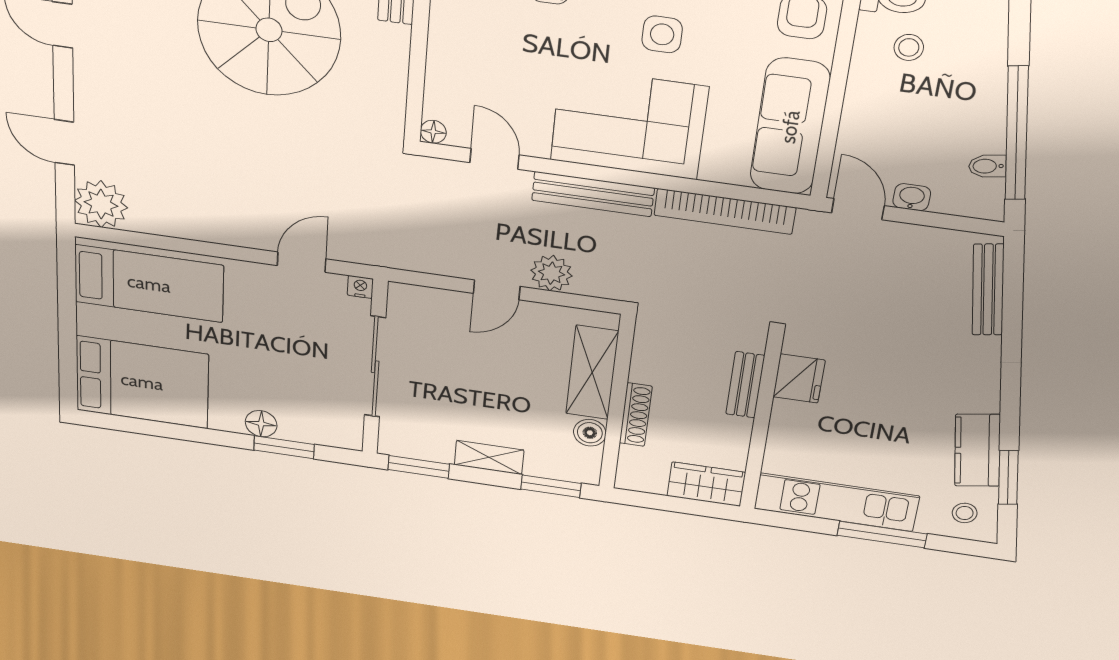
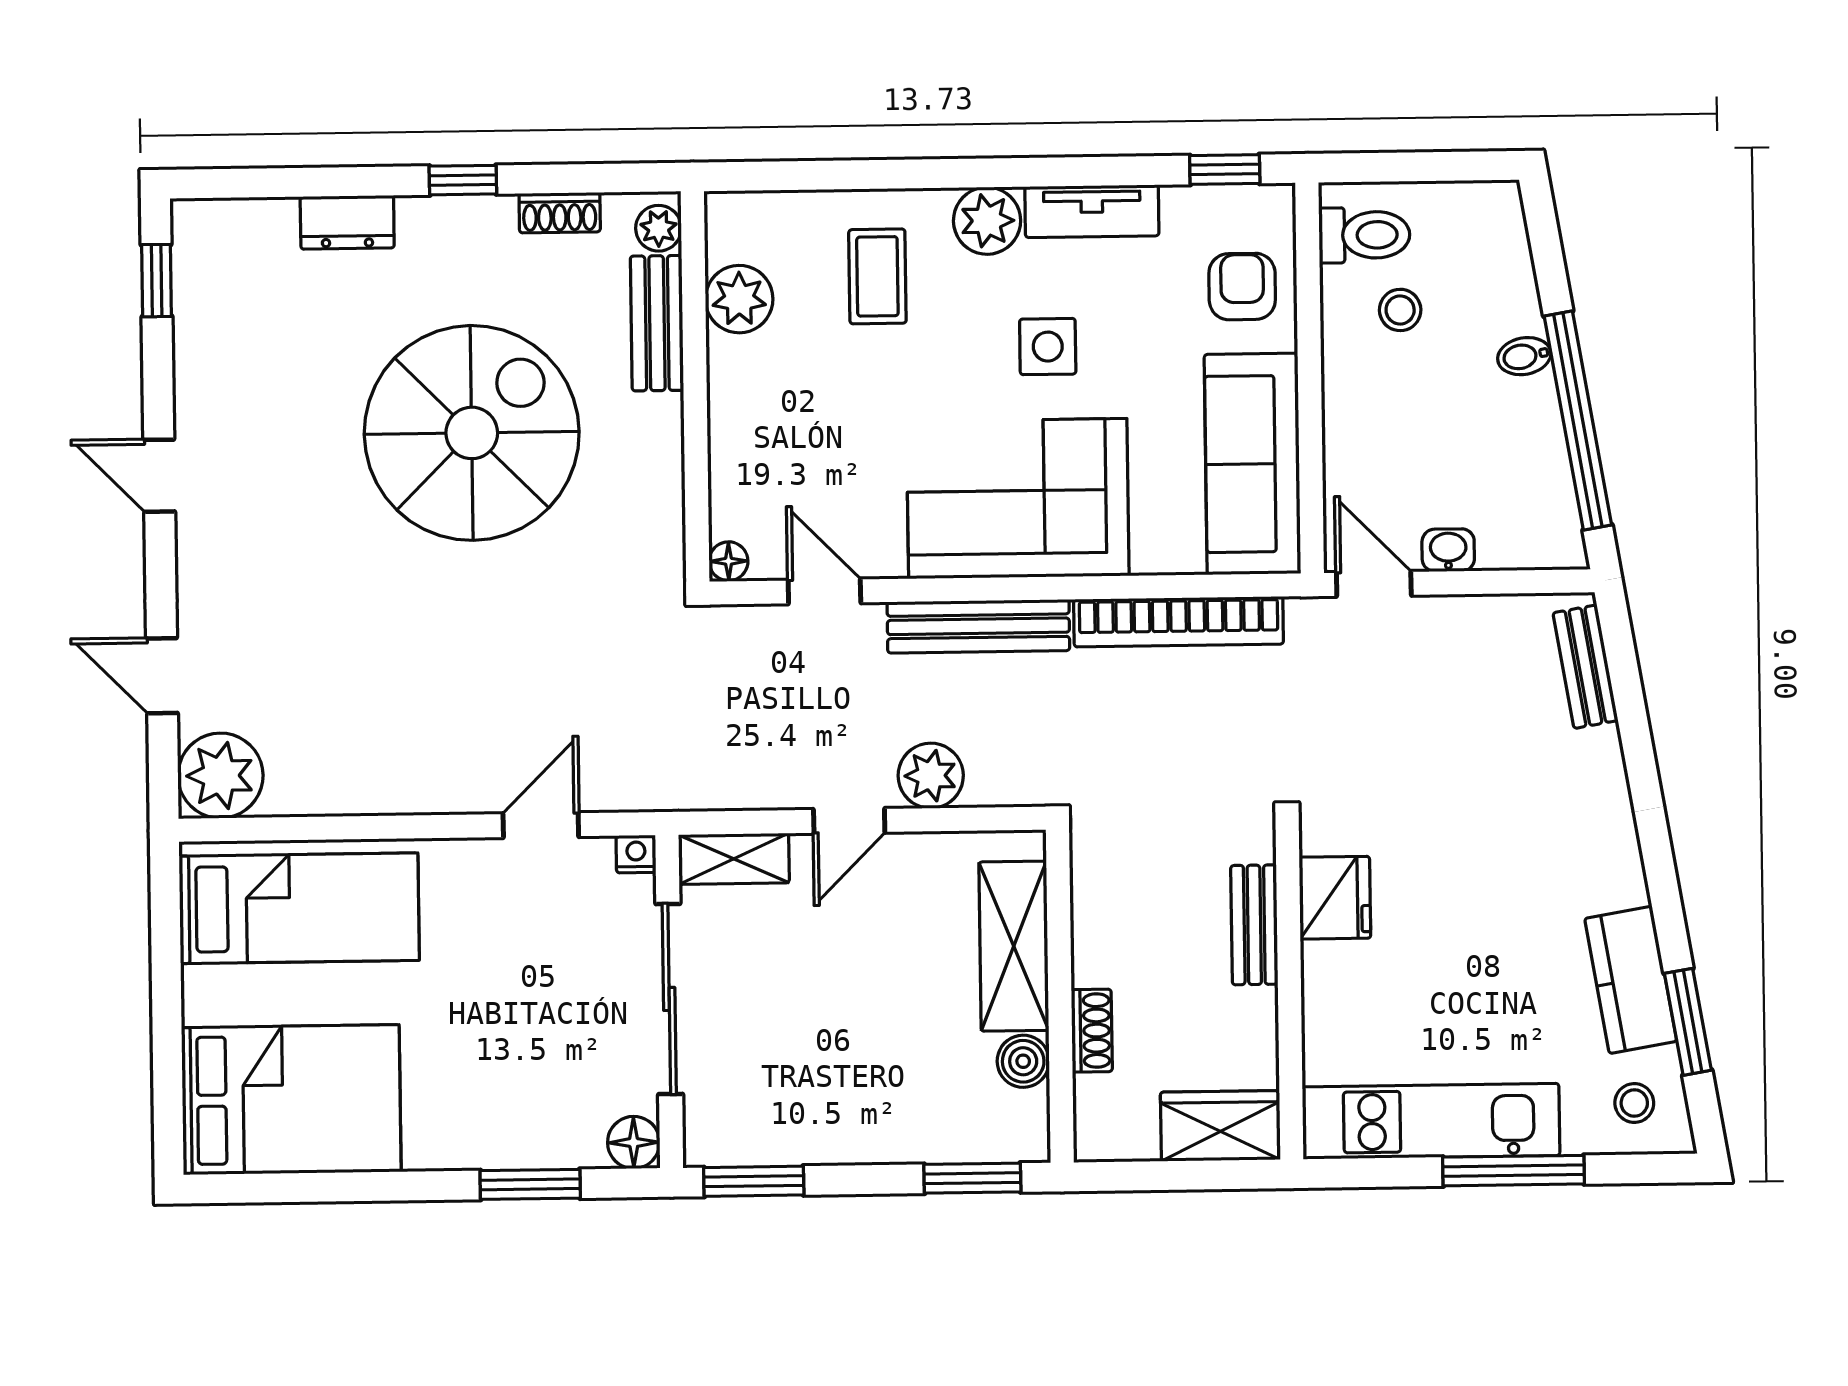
bidet: (987, 166) -> (1524, 356), moved
bench: (988, 290) -> (1585, 667), width x0.73
shoe rack: (636, 415) -> (1092, 1031), width x0.70
floor lamp: (261, 424) -> (634, 1142), moved
shelving: (489, 457) -> (734, 859), moved

